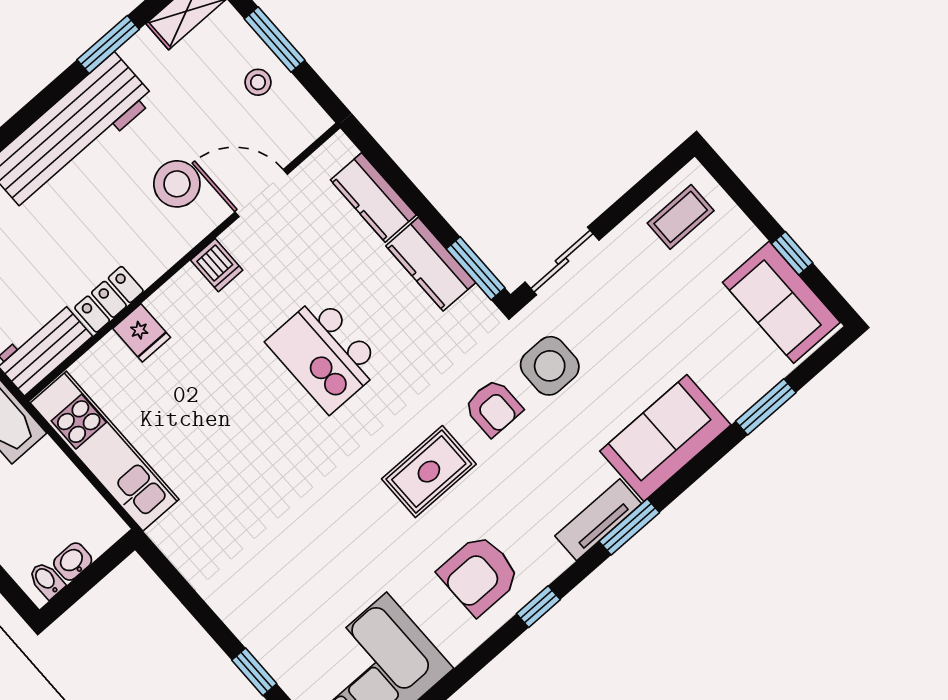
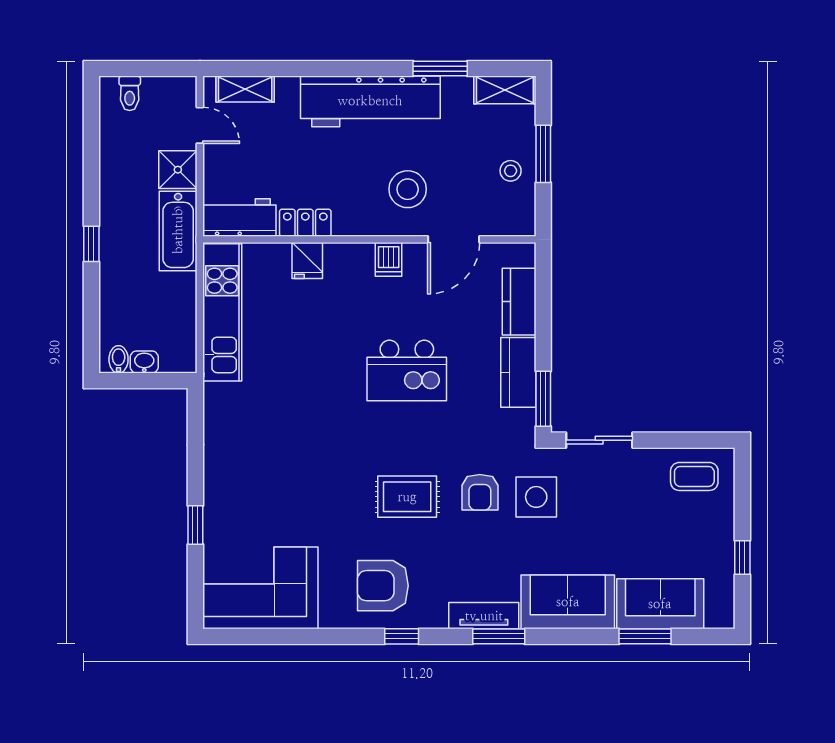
door: (261, 193) -> (454, 239), swing flipped
sofa: (781, 302) -> (660, 604), moved, turned 90
kitchen island: (325, 354) -> (407, 370), turned -90

